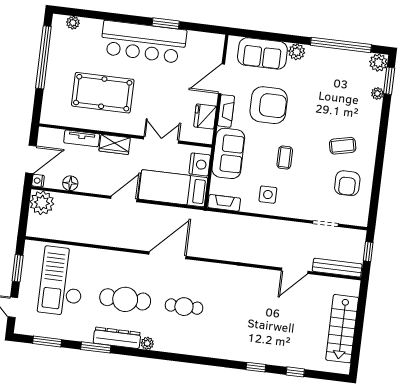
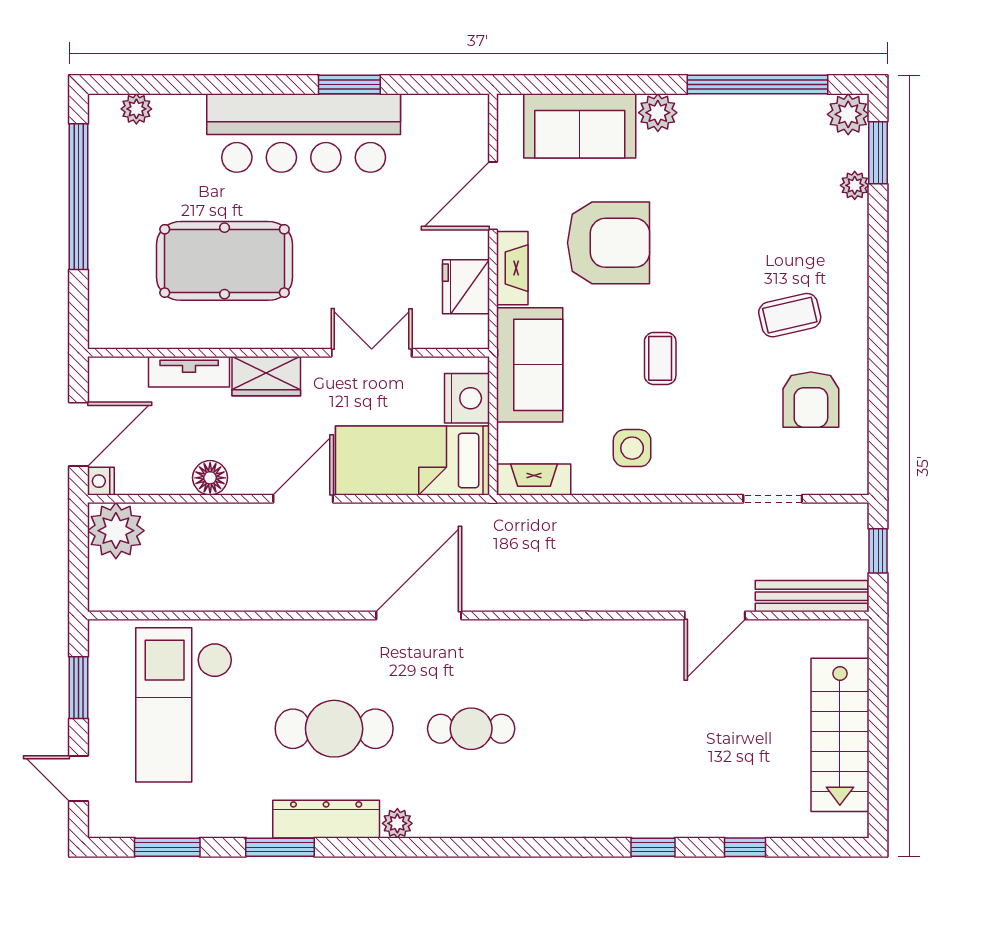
floor lamp: (70, 183) -> (210, 478), moved

